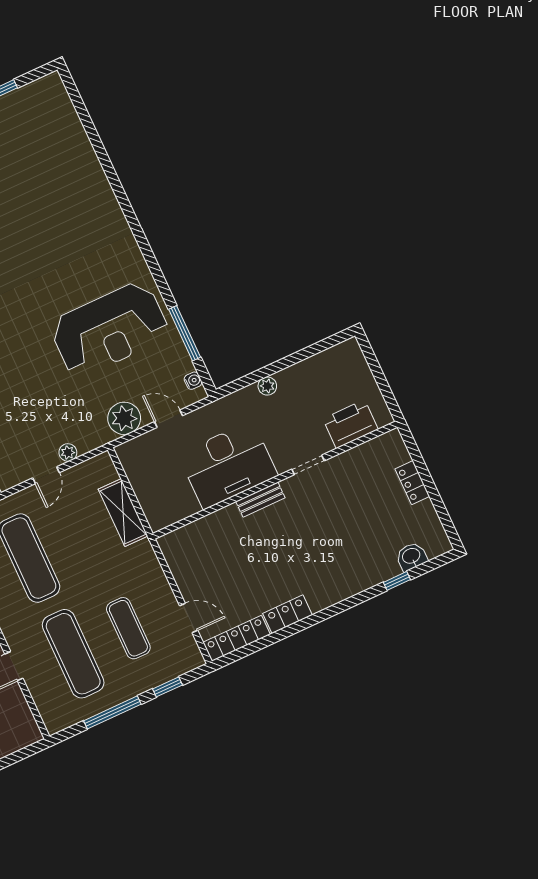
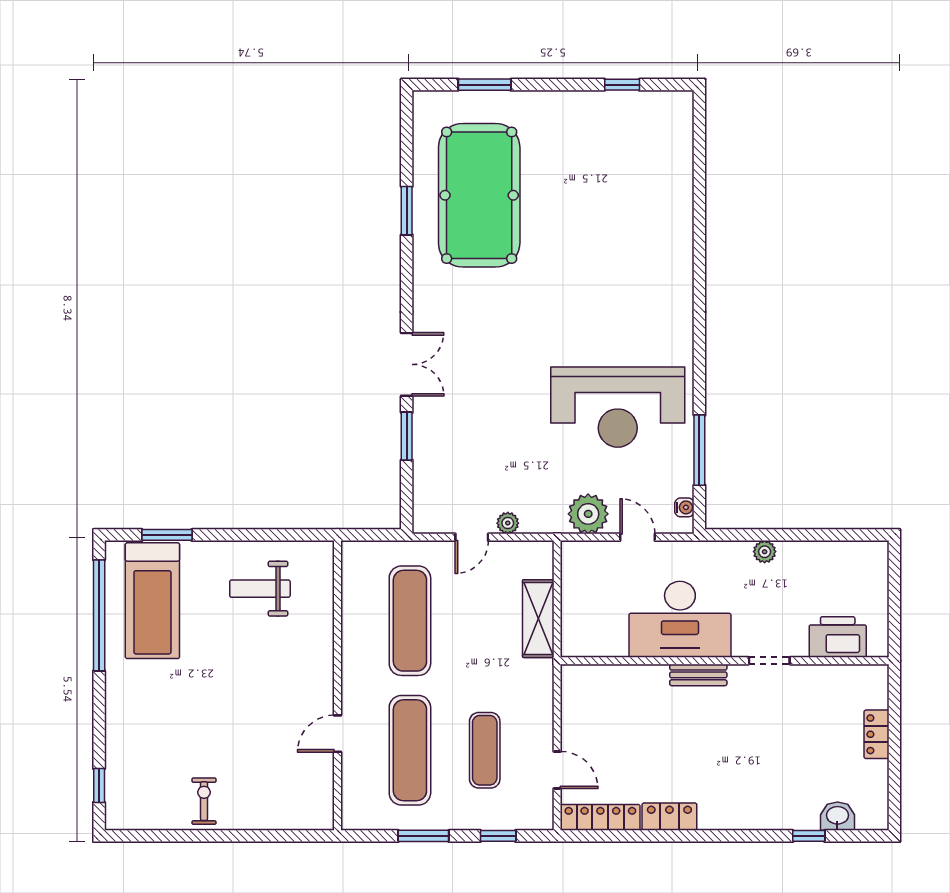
window: (112, 712) -> (423, 836), width x0.69

